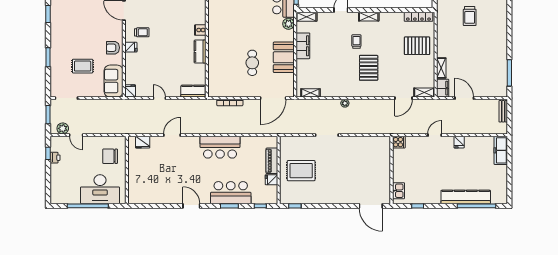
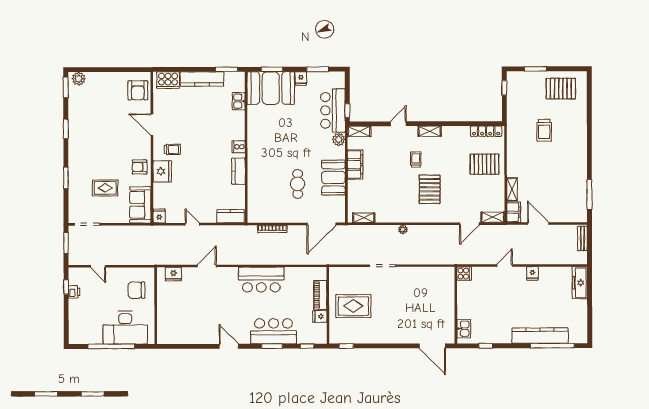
fridge: (131, 47) -> (162, 171), width x1.88, depth x1.34
plant: (63, 128) -> (83, 259), removed

